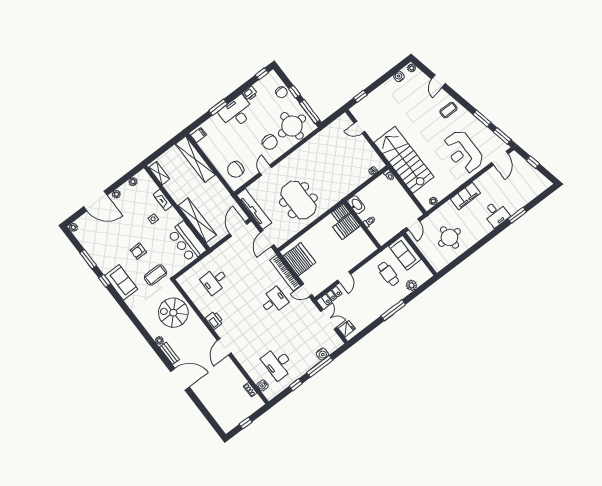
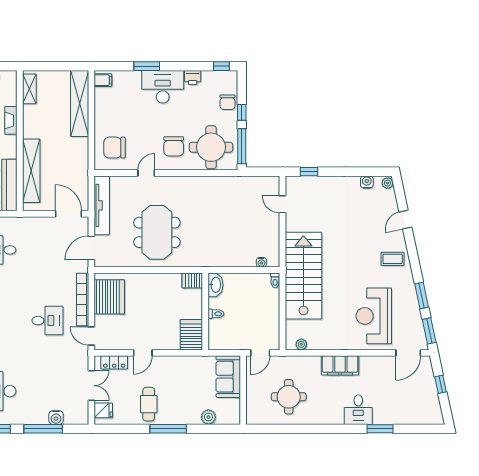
server rack: (346, 226) -> (191, 335), moved, turned 90
door: (238, 229) -> (69, 214), hinge flipped
cafe table: (388, 274) -> (149, 404), moved

